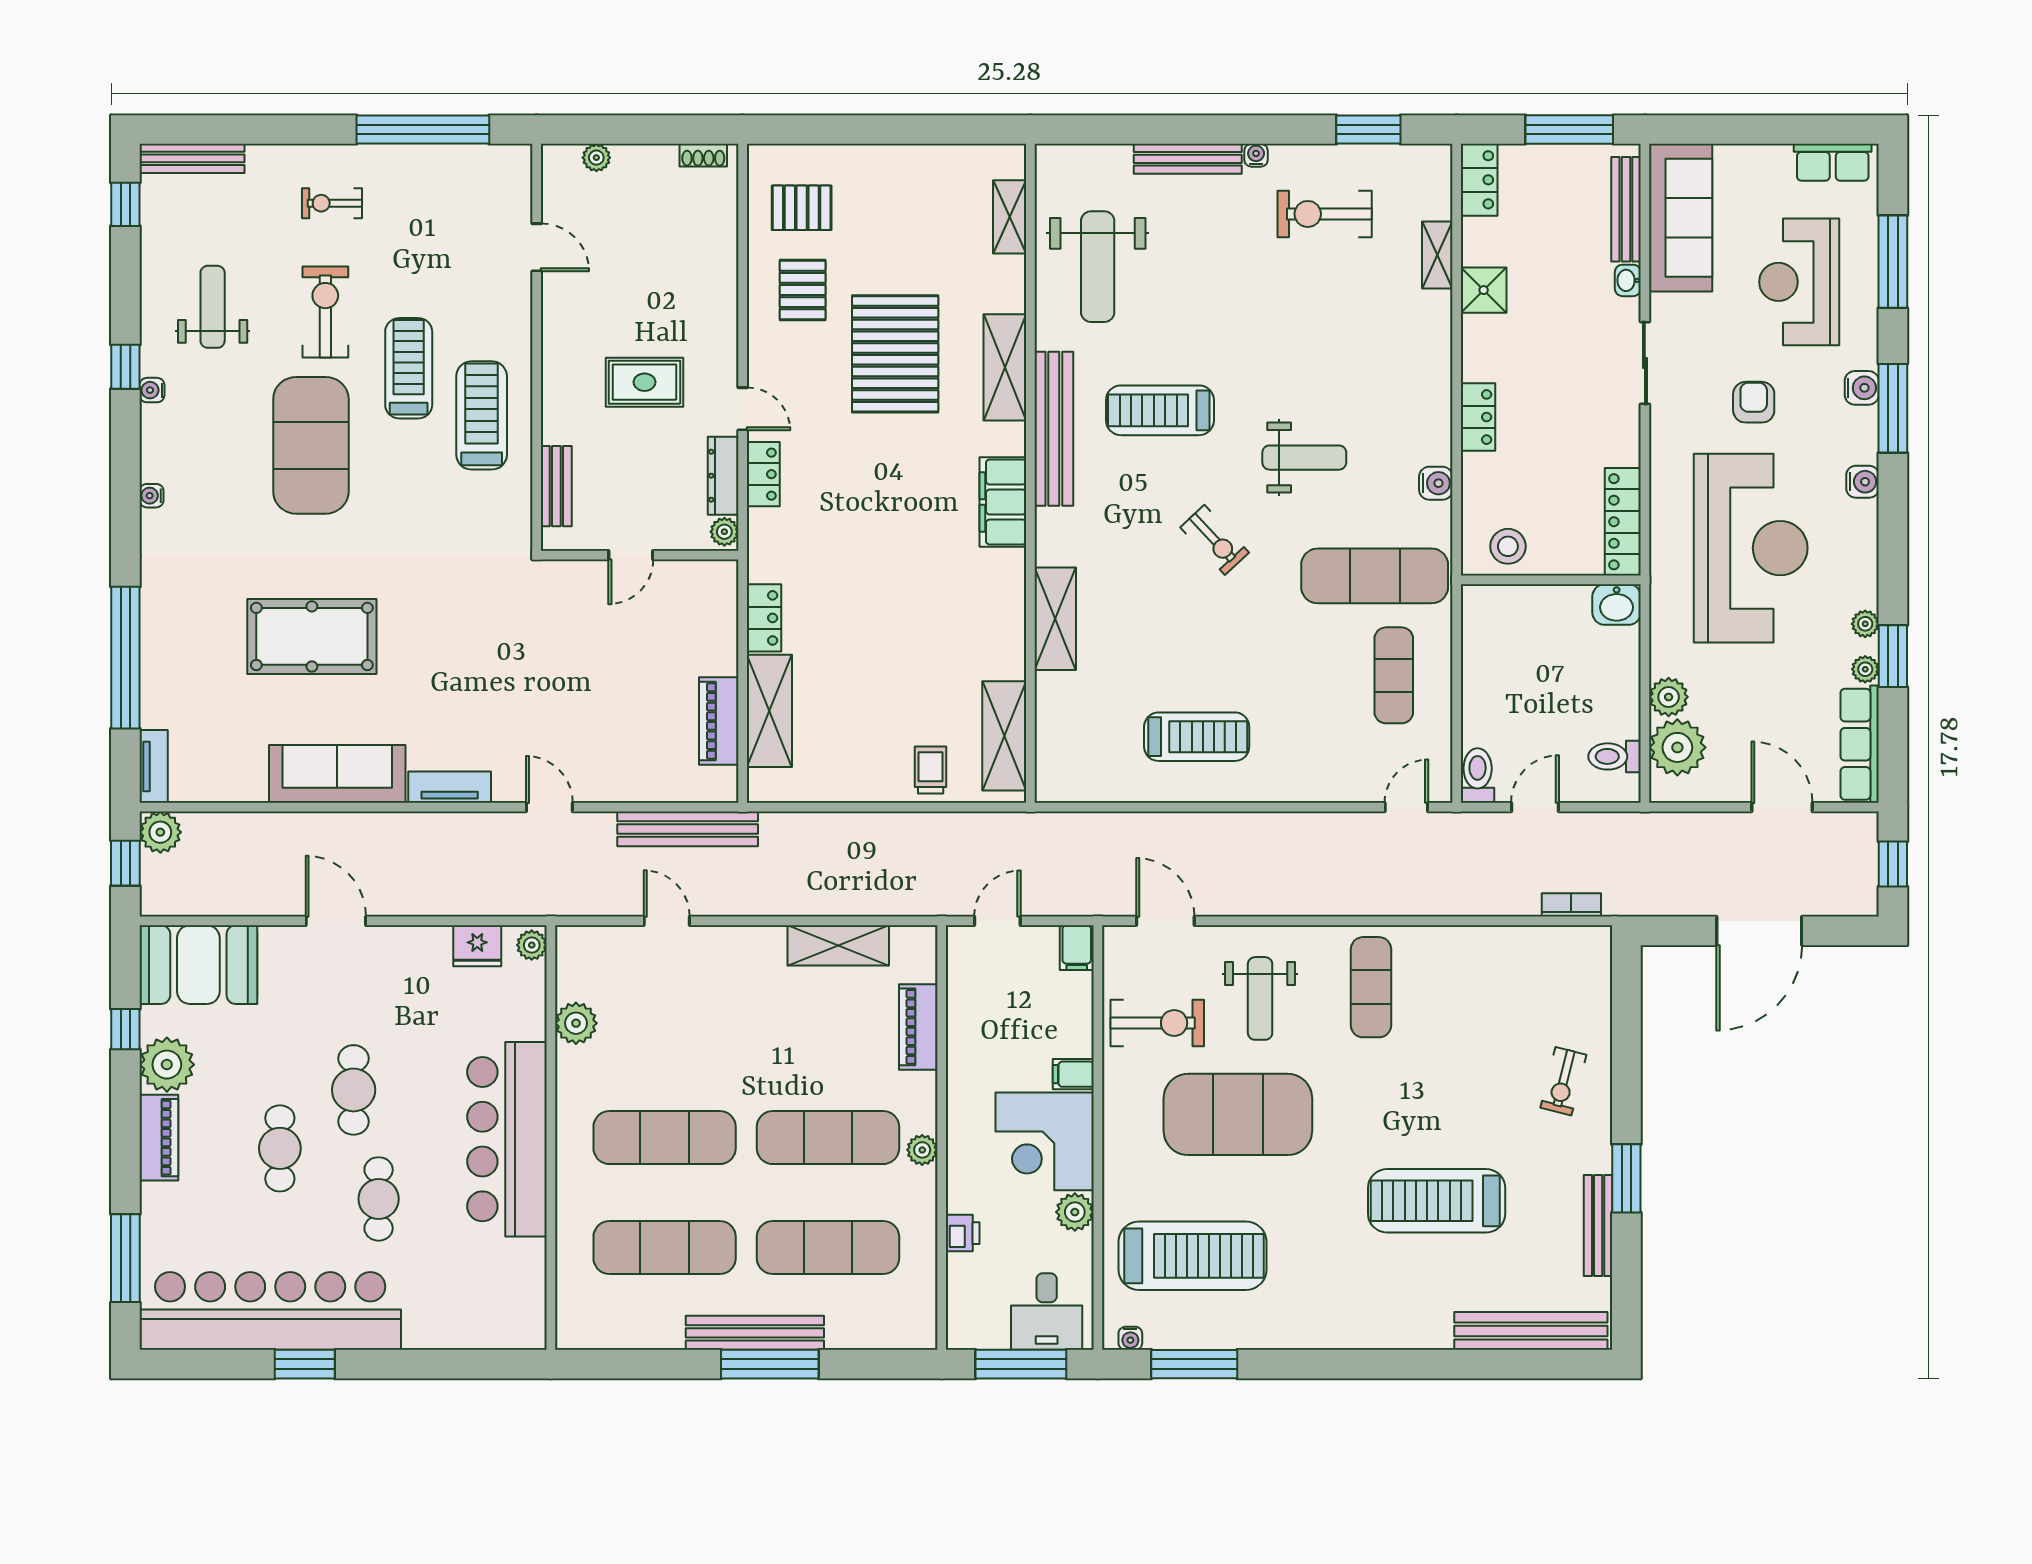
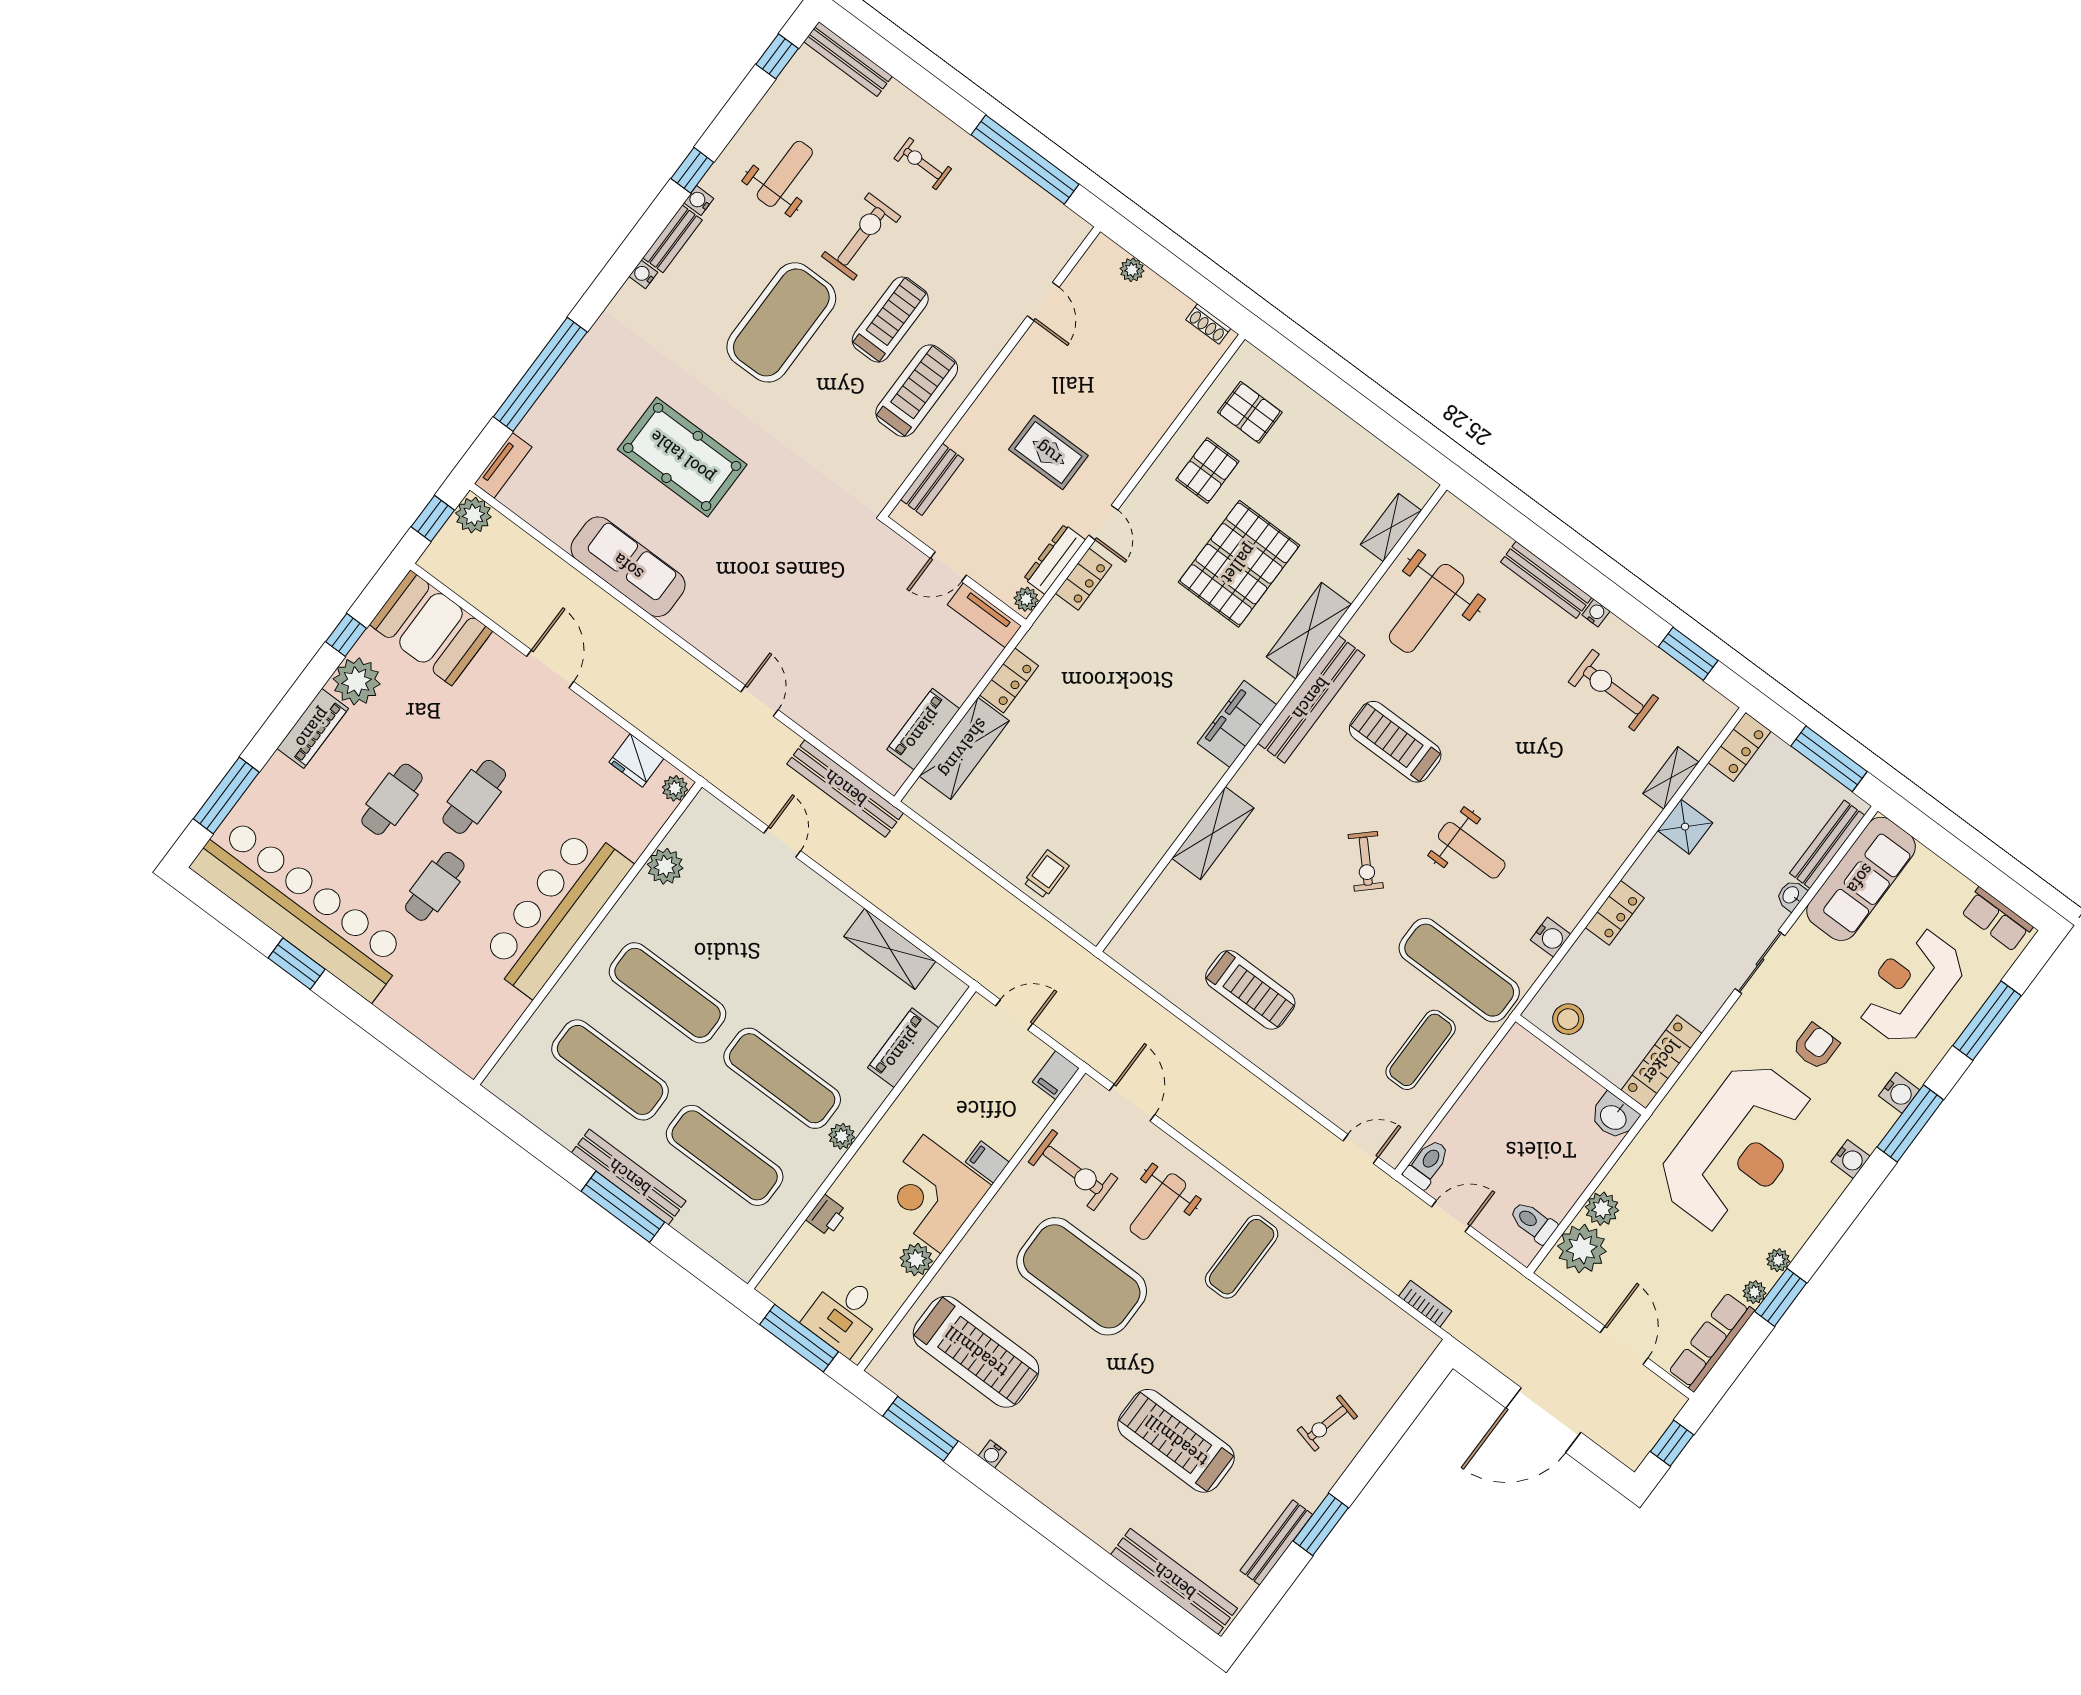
bench: (154, 443) -> (672, 239), added
shelving: (1004, 736) -> (1116, 889), removed
tv unit: (450, 787) -> (984, 615), moved, turned 180
water cooler: (1130, 1338) -> (992, 1454), moved

